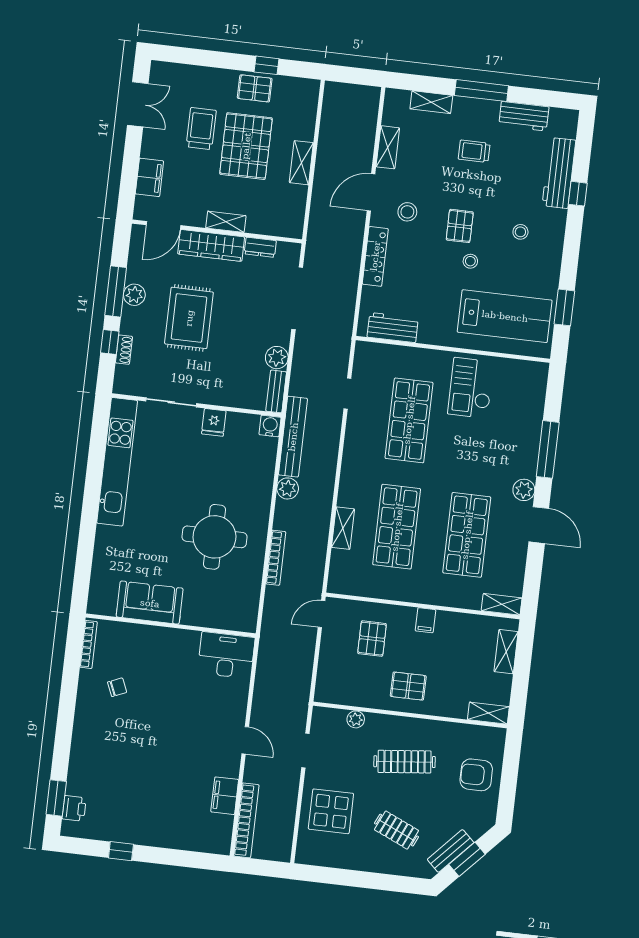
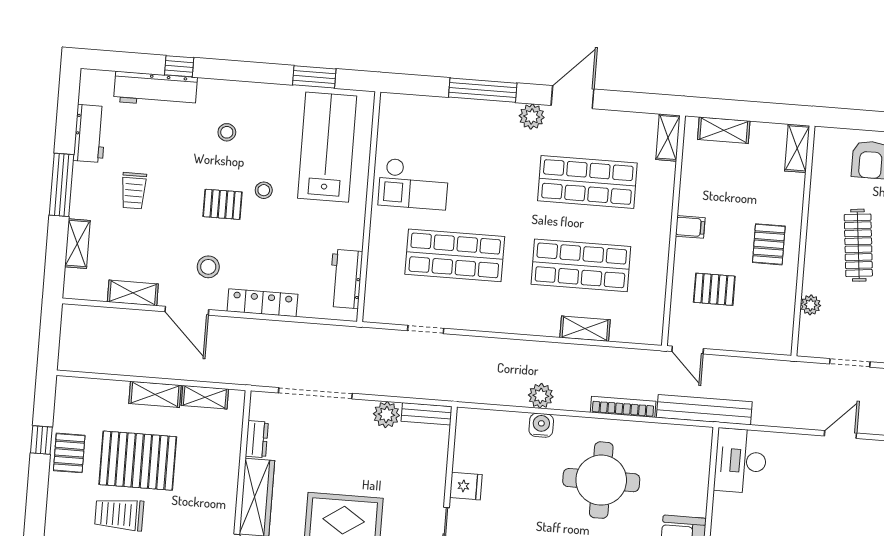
shelving: (226, 222) -> (205, 397), moved, turned 90
water cooler: (270, 426) -> (541, 425), moved, turned 90
bench: (293, 437) -> (704, 410), moved

